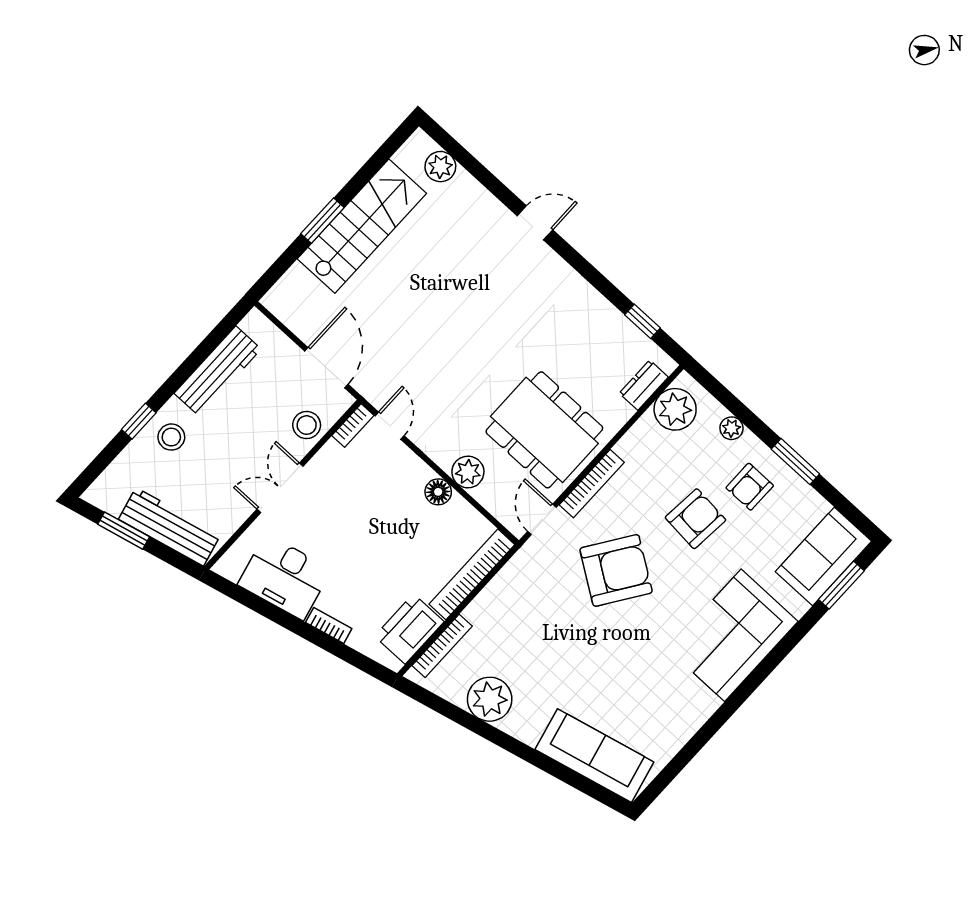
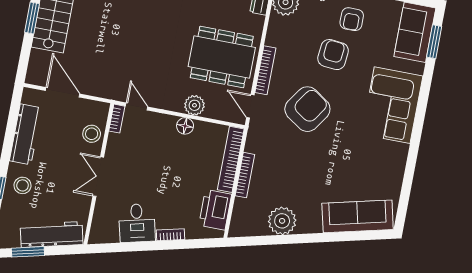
door: (326, 368) -> (63, 92), moved
desk: (284, 577) -> (137, 223), width x0.73
bookcase: (442, 646) -> (245, 175), moved

